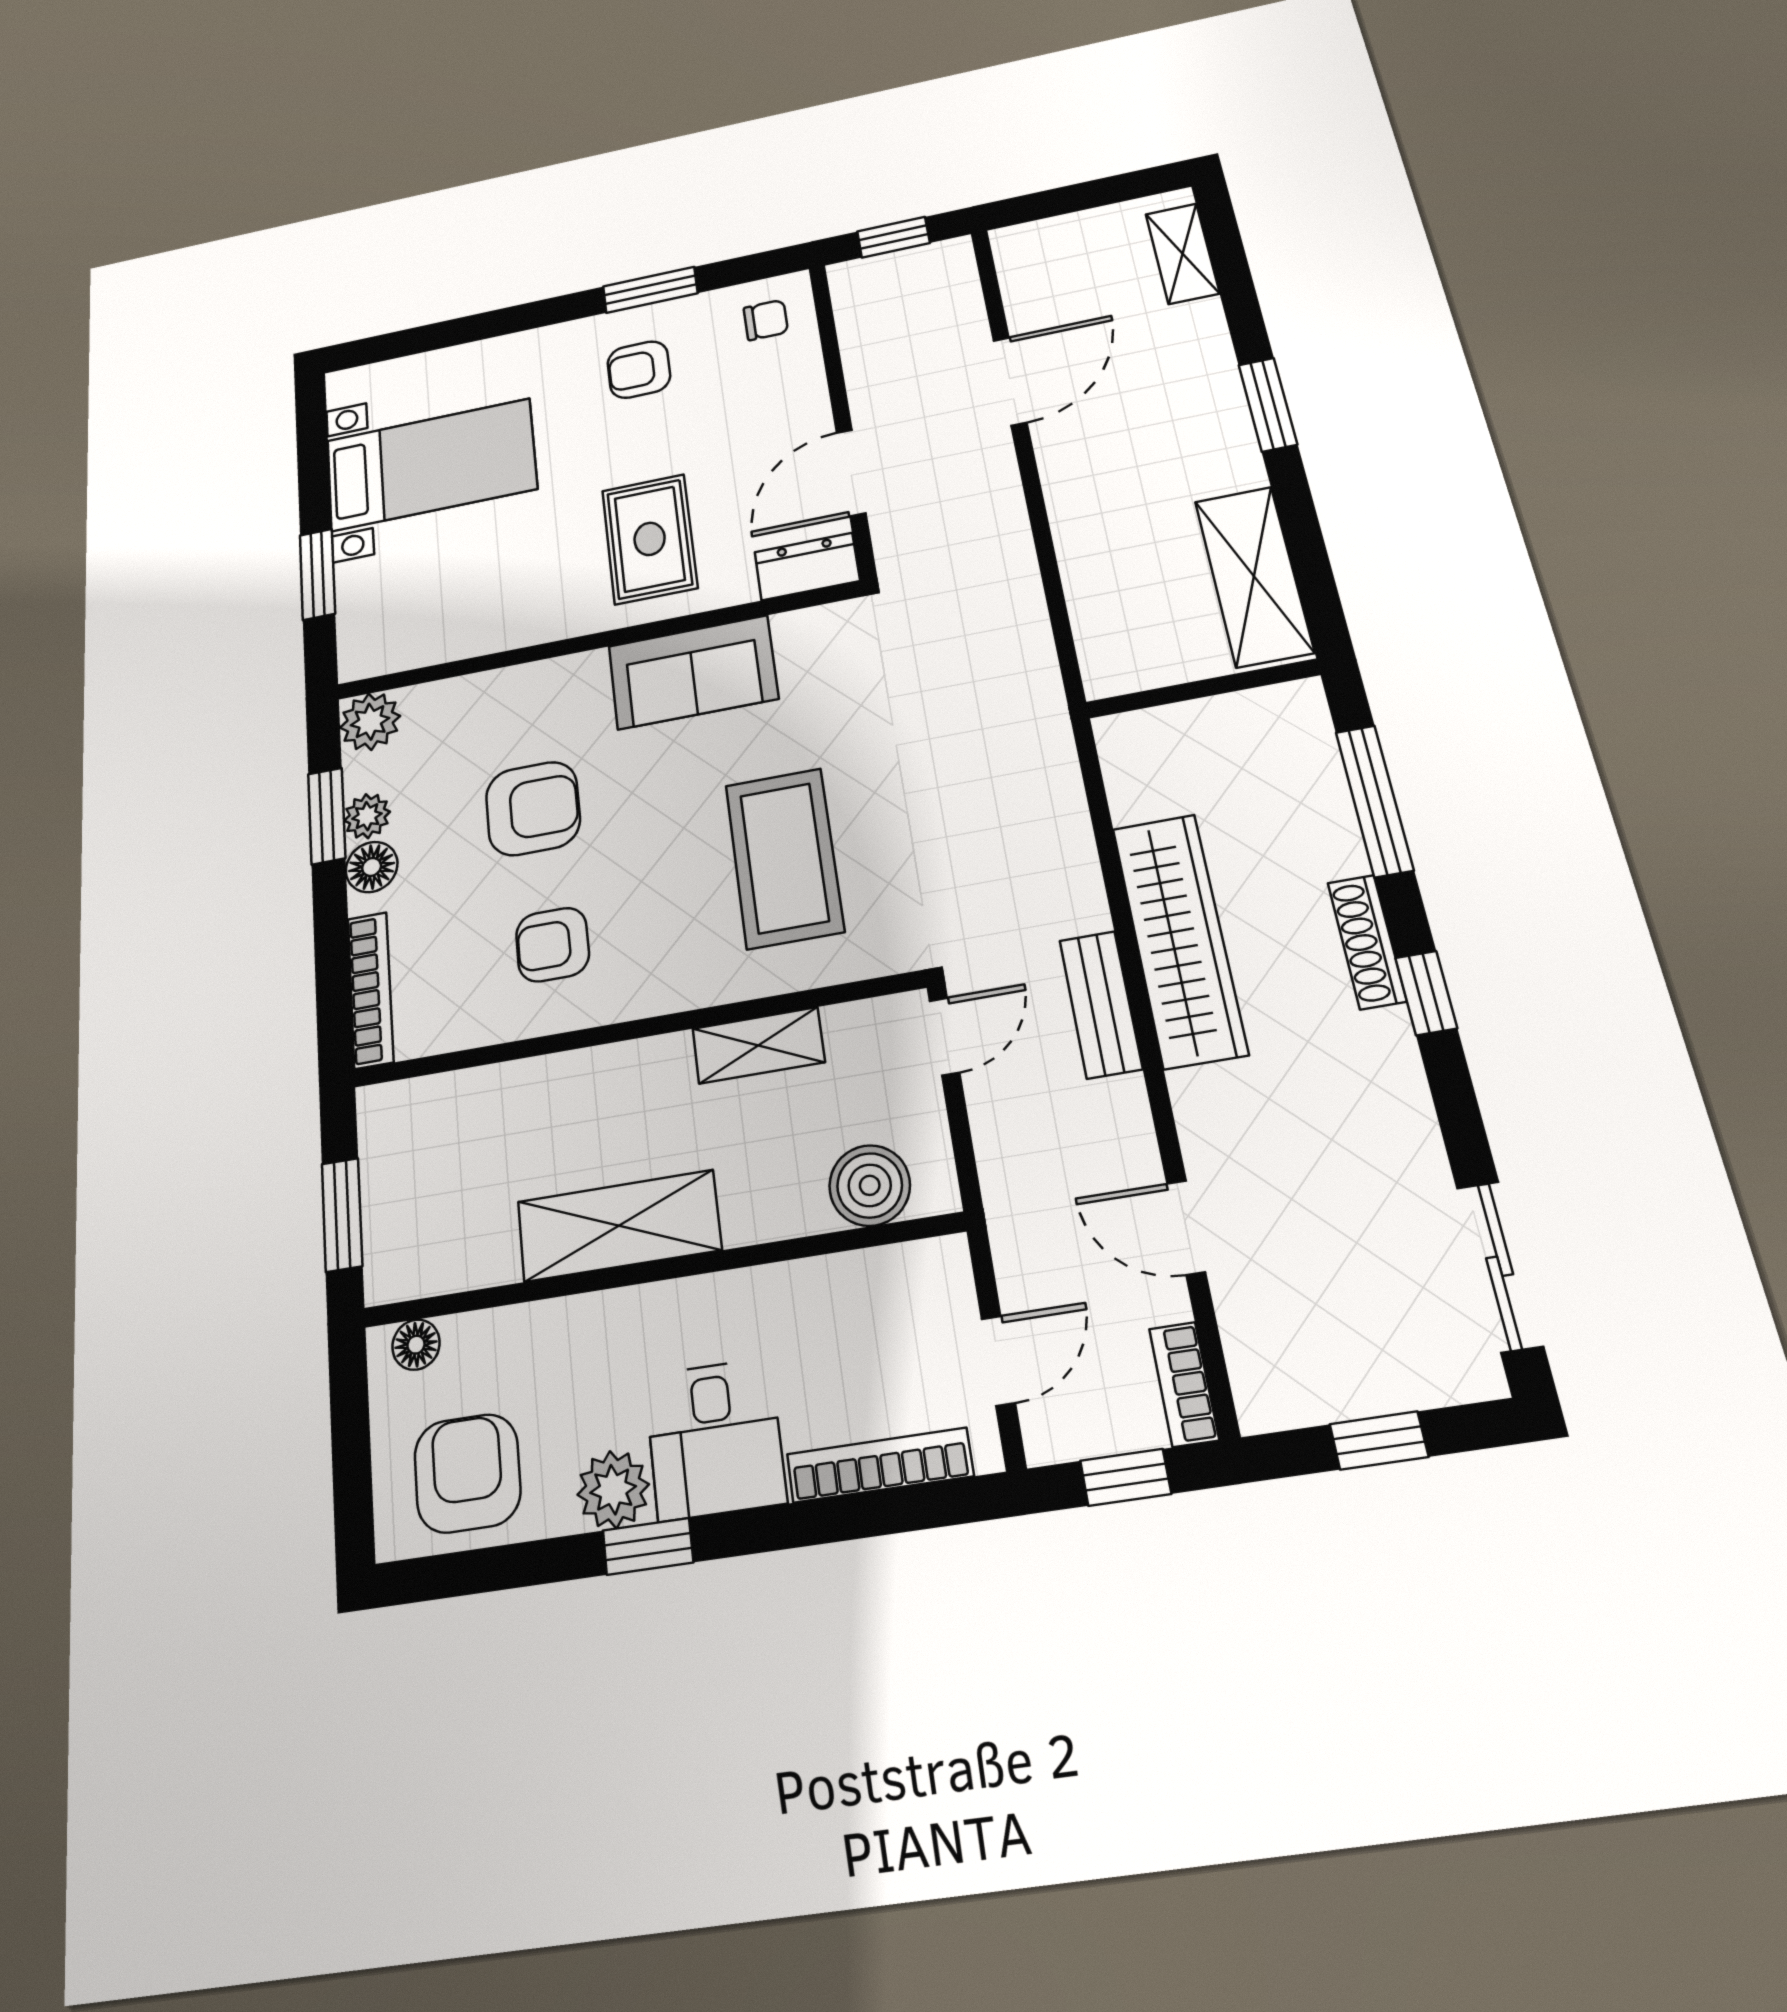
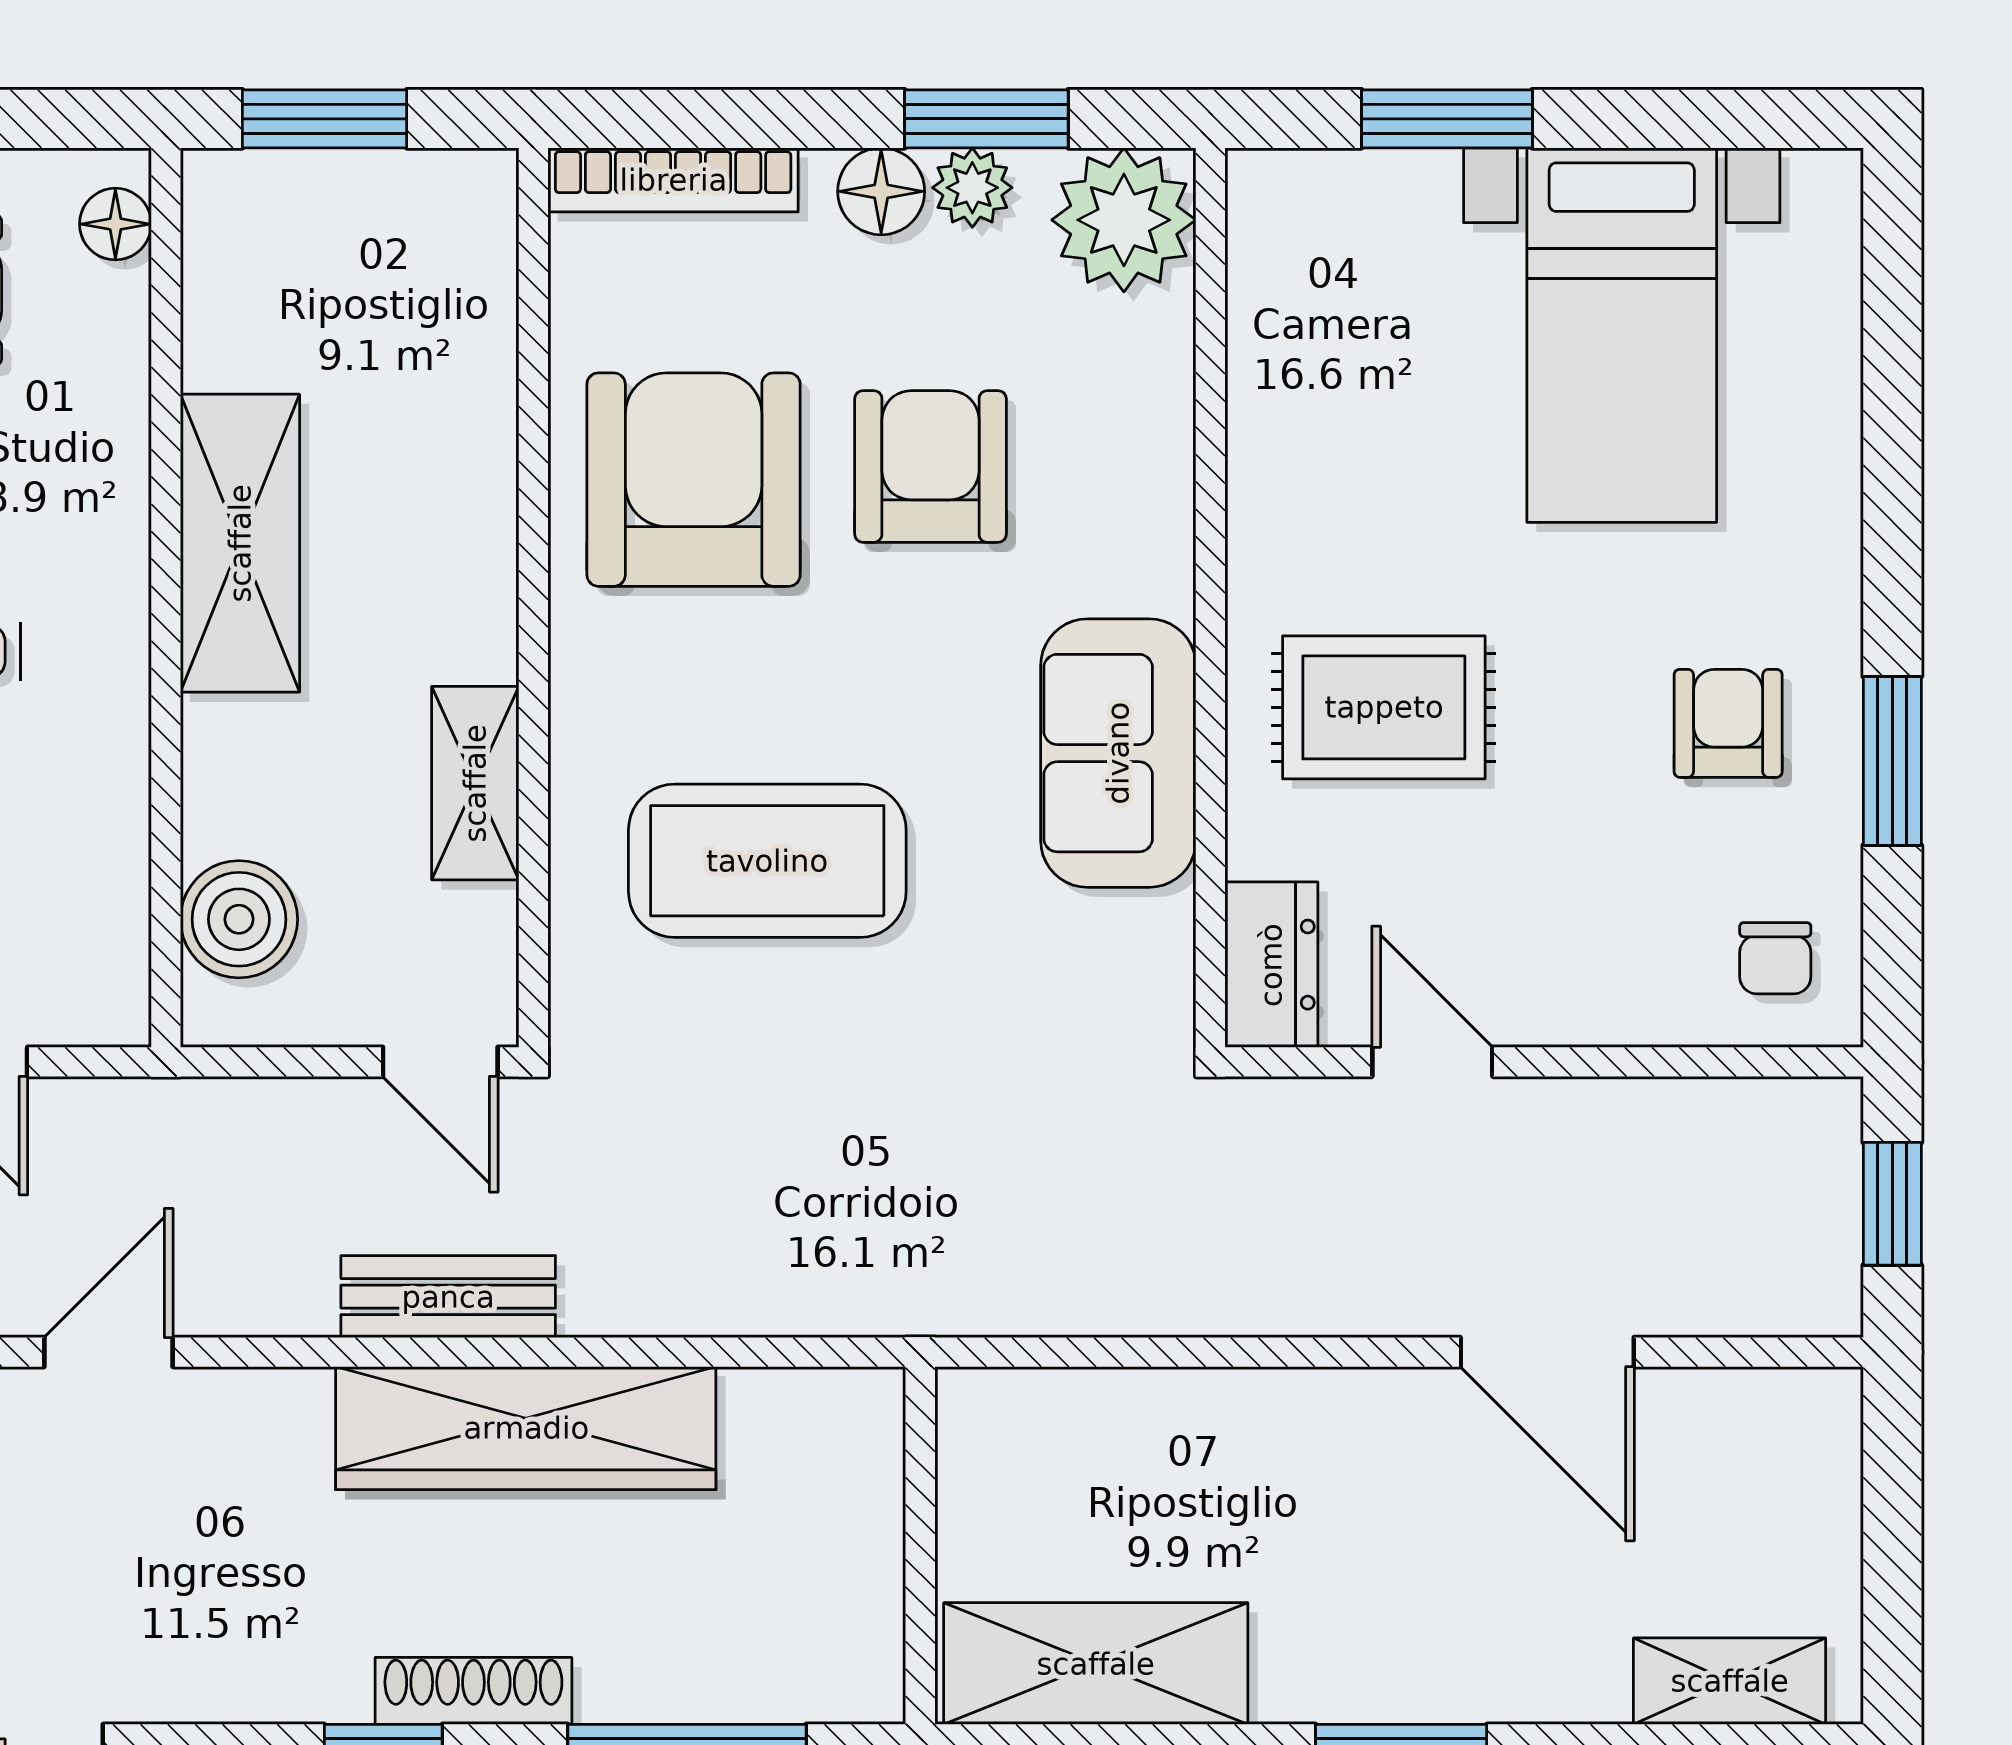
door: (851, 473) -> (1432, 1062), width x0.73
plant: (370, 722) -> (1124, 220), width x1.36, depth x1.36
armchair: (533, 808) -> (930, 466), turned 180
armchair: (552, 945) -> (694, 480), width x1.88, depth x1.88

